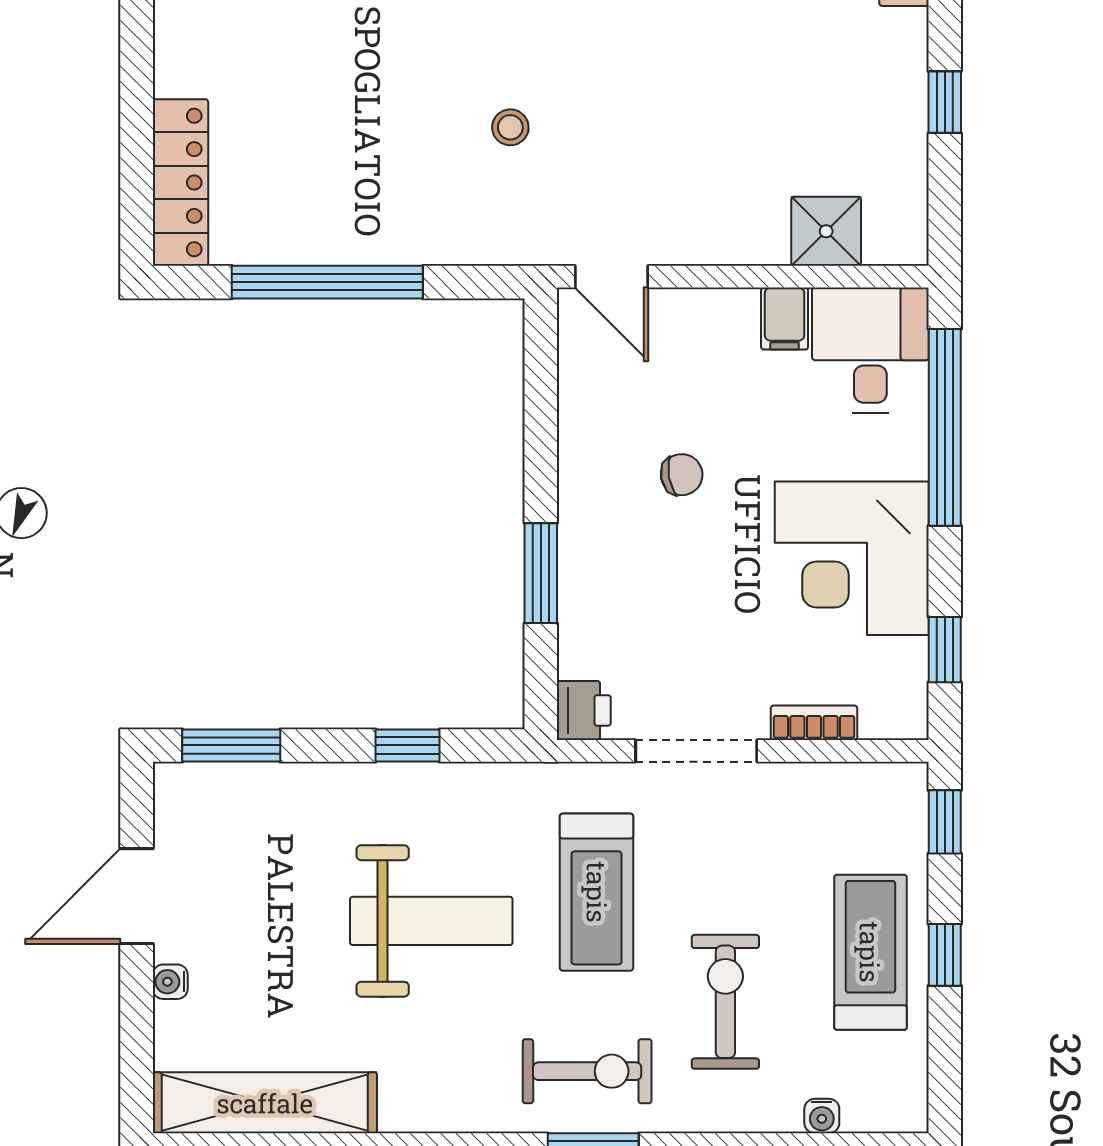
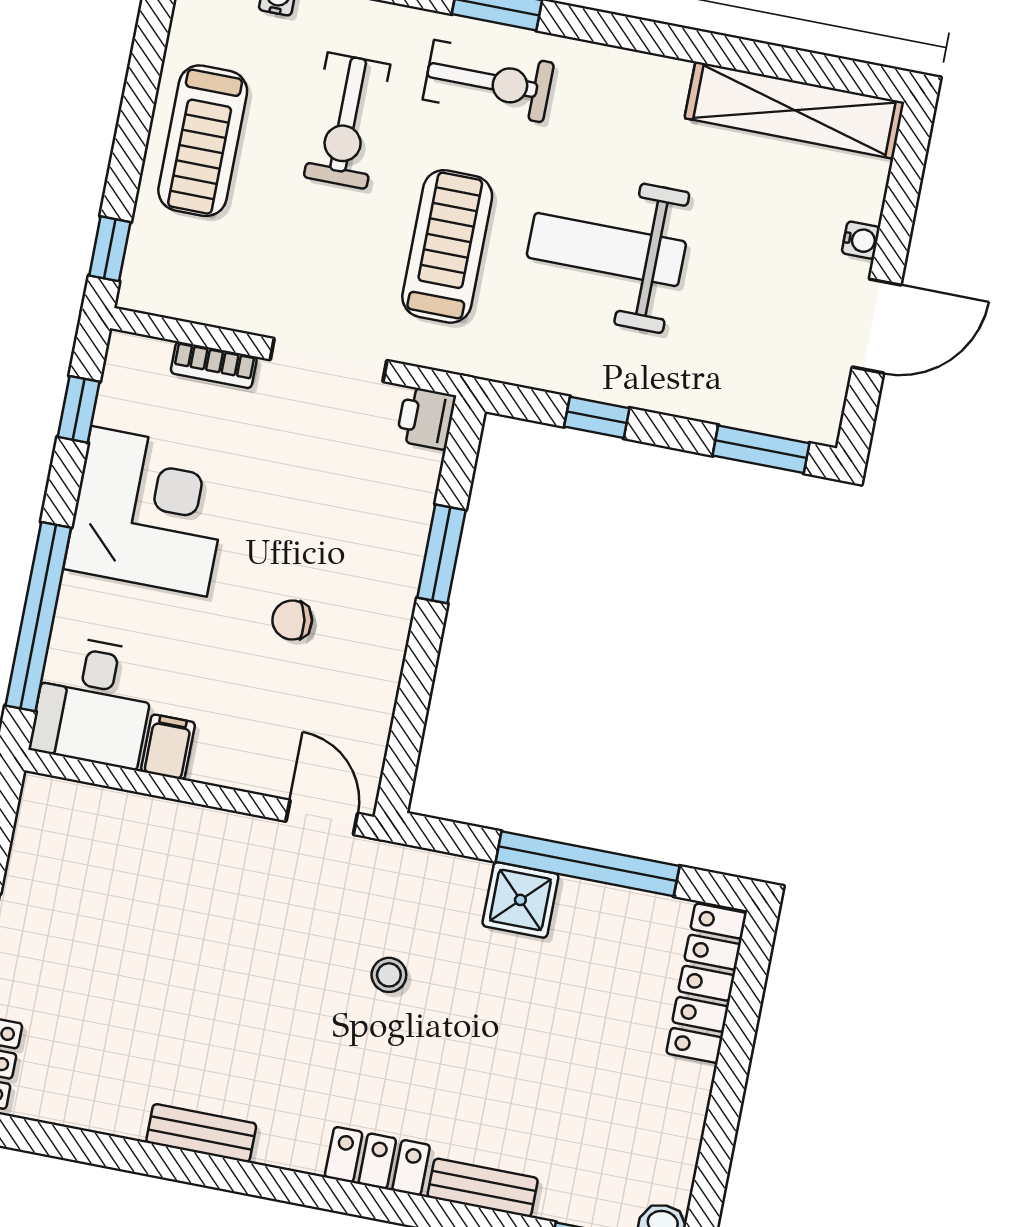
shower: (826, 231) -> (520, 900), moved
window: (945, 955) -> (134, 125), removed
exercise bike: (587, 1071) -> (488, 81), turned 180

